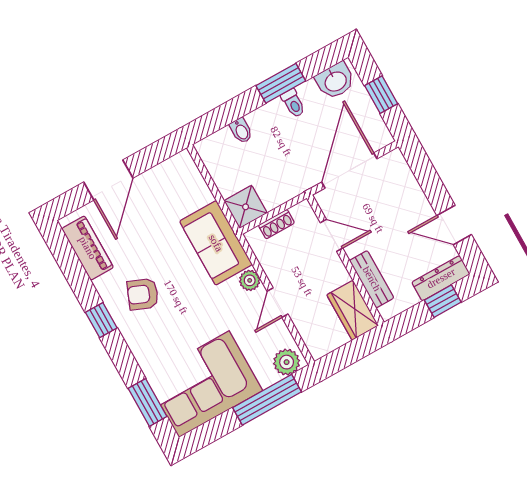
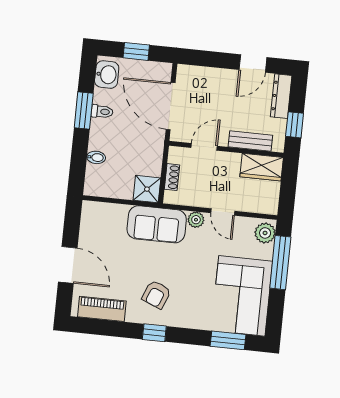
window: (443, 301) -> (295, 125), moved

